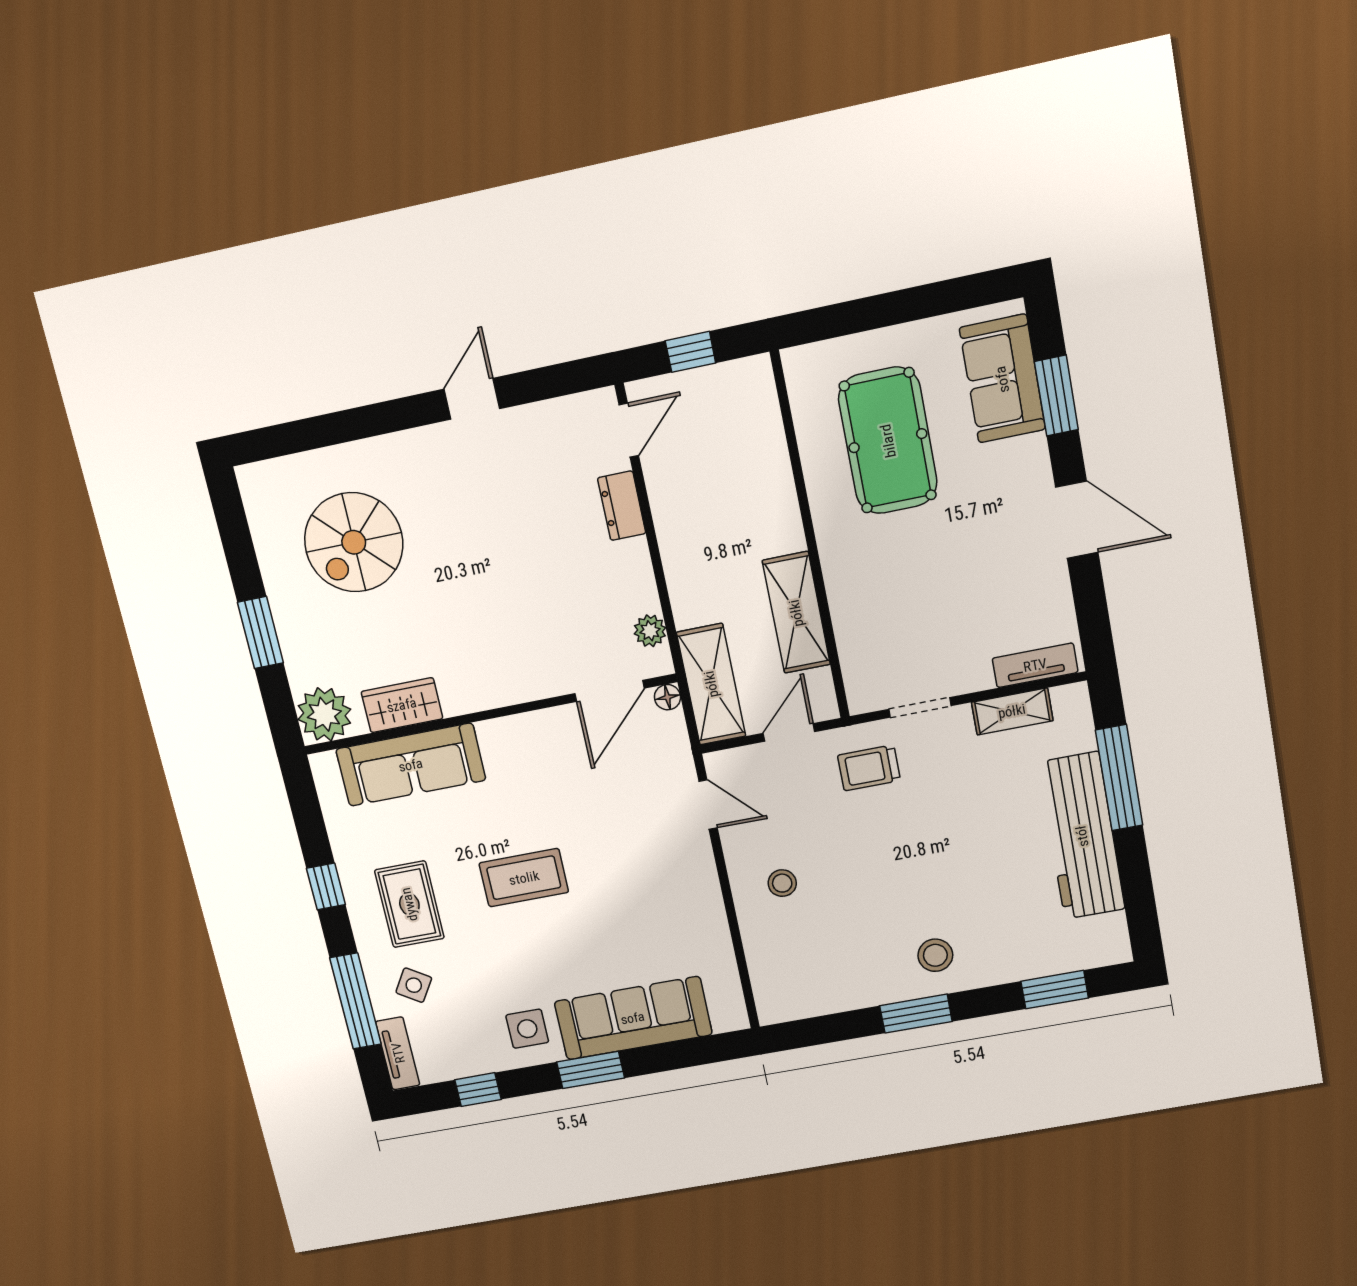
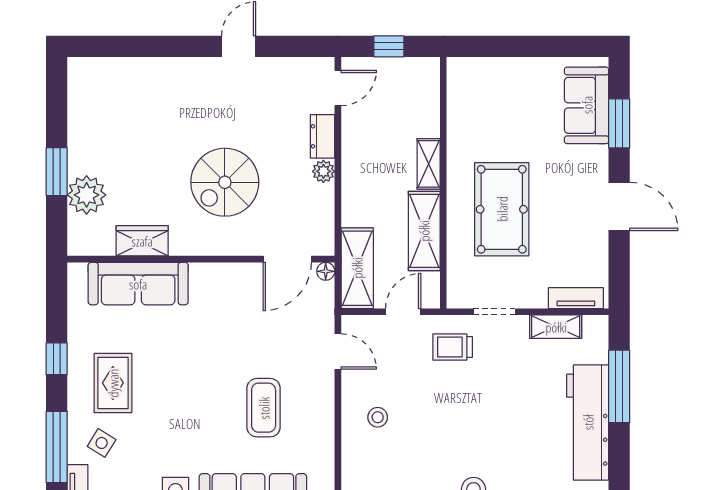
pool table: (888, 441) -> (502, 209), moved
shelving: (784, 514) -> (429, 164), added
spiral stairs: (354, 542) -> (225, 182), moved
plant: (650, 631) -> (323, 171), moved
plant: (324, 714) -> (87, 195), moved
coffee table: (524, 878) -> (264, 408), moved, turned 90

